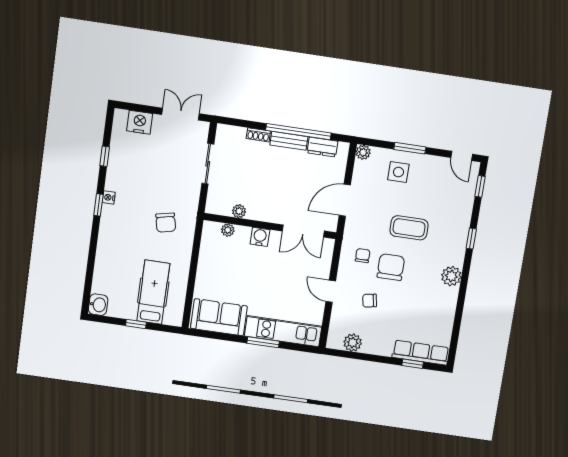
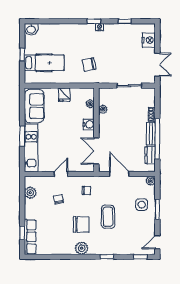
chair: (391, 267) -> (81, 224), moved
fridge: (208, 268) -> (64, 95), added

